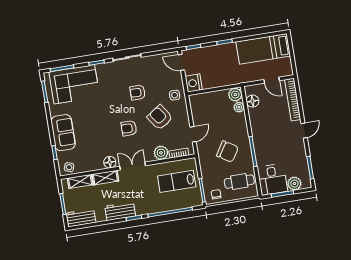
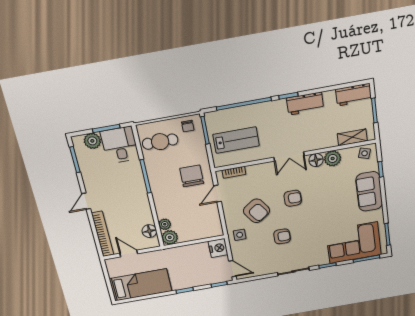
chair: (227, 151) -> (192, 176), moved, turned 58
plant: (161, 153) -> (333, 158), moved
shelving: (105, 178) -> (322, 142), removed

